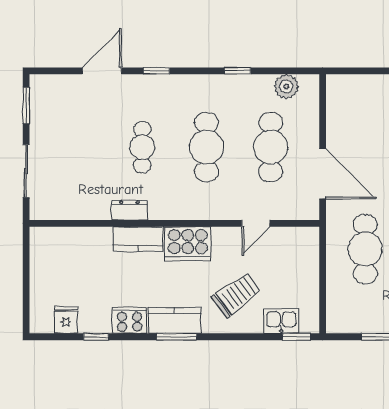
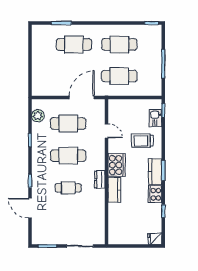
dresser: (130, 210) -> (100, 180), moved
trolley: (236, 295) -> (142, 141), turned -54
fridge: (66, 320) -> (155, 239), moved

